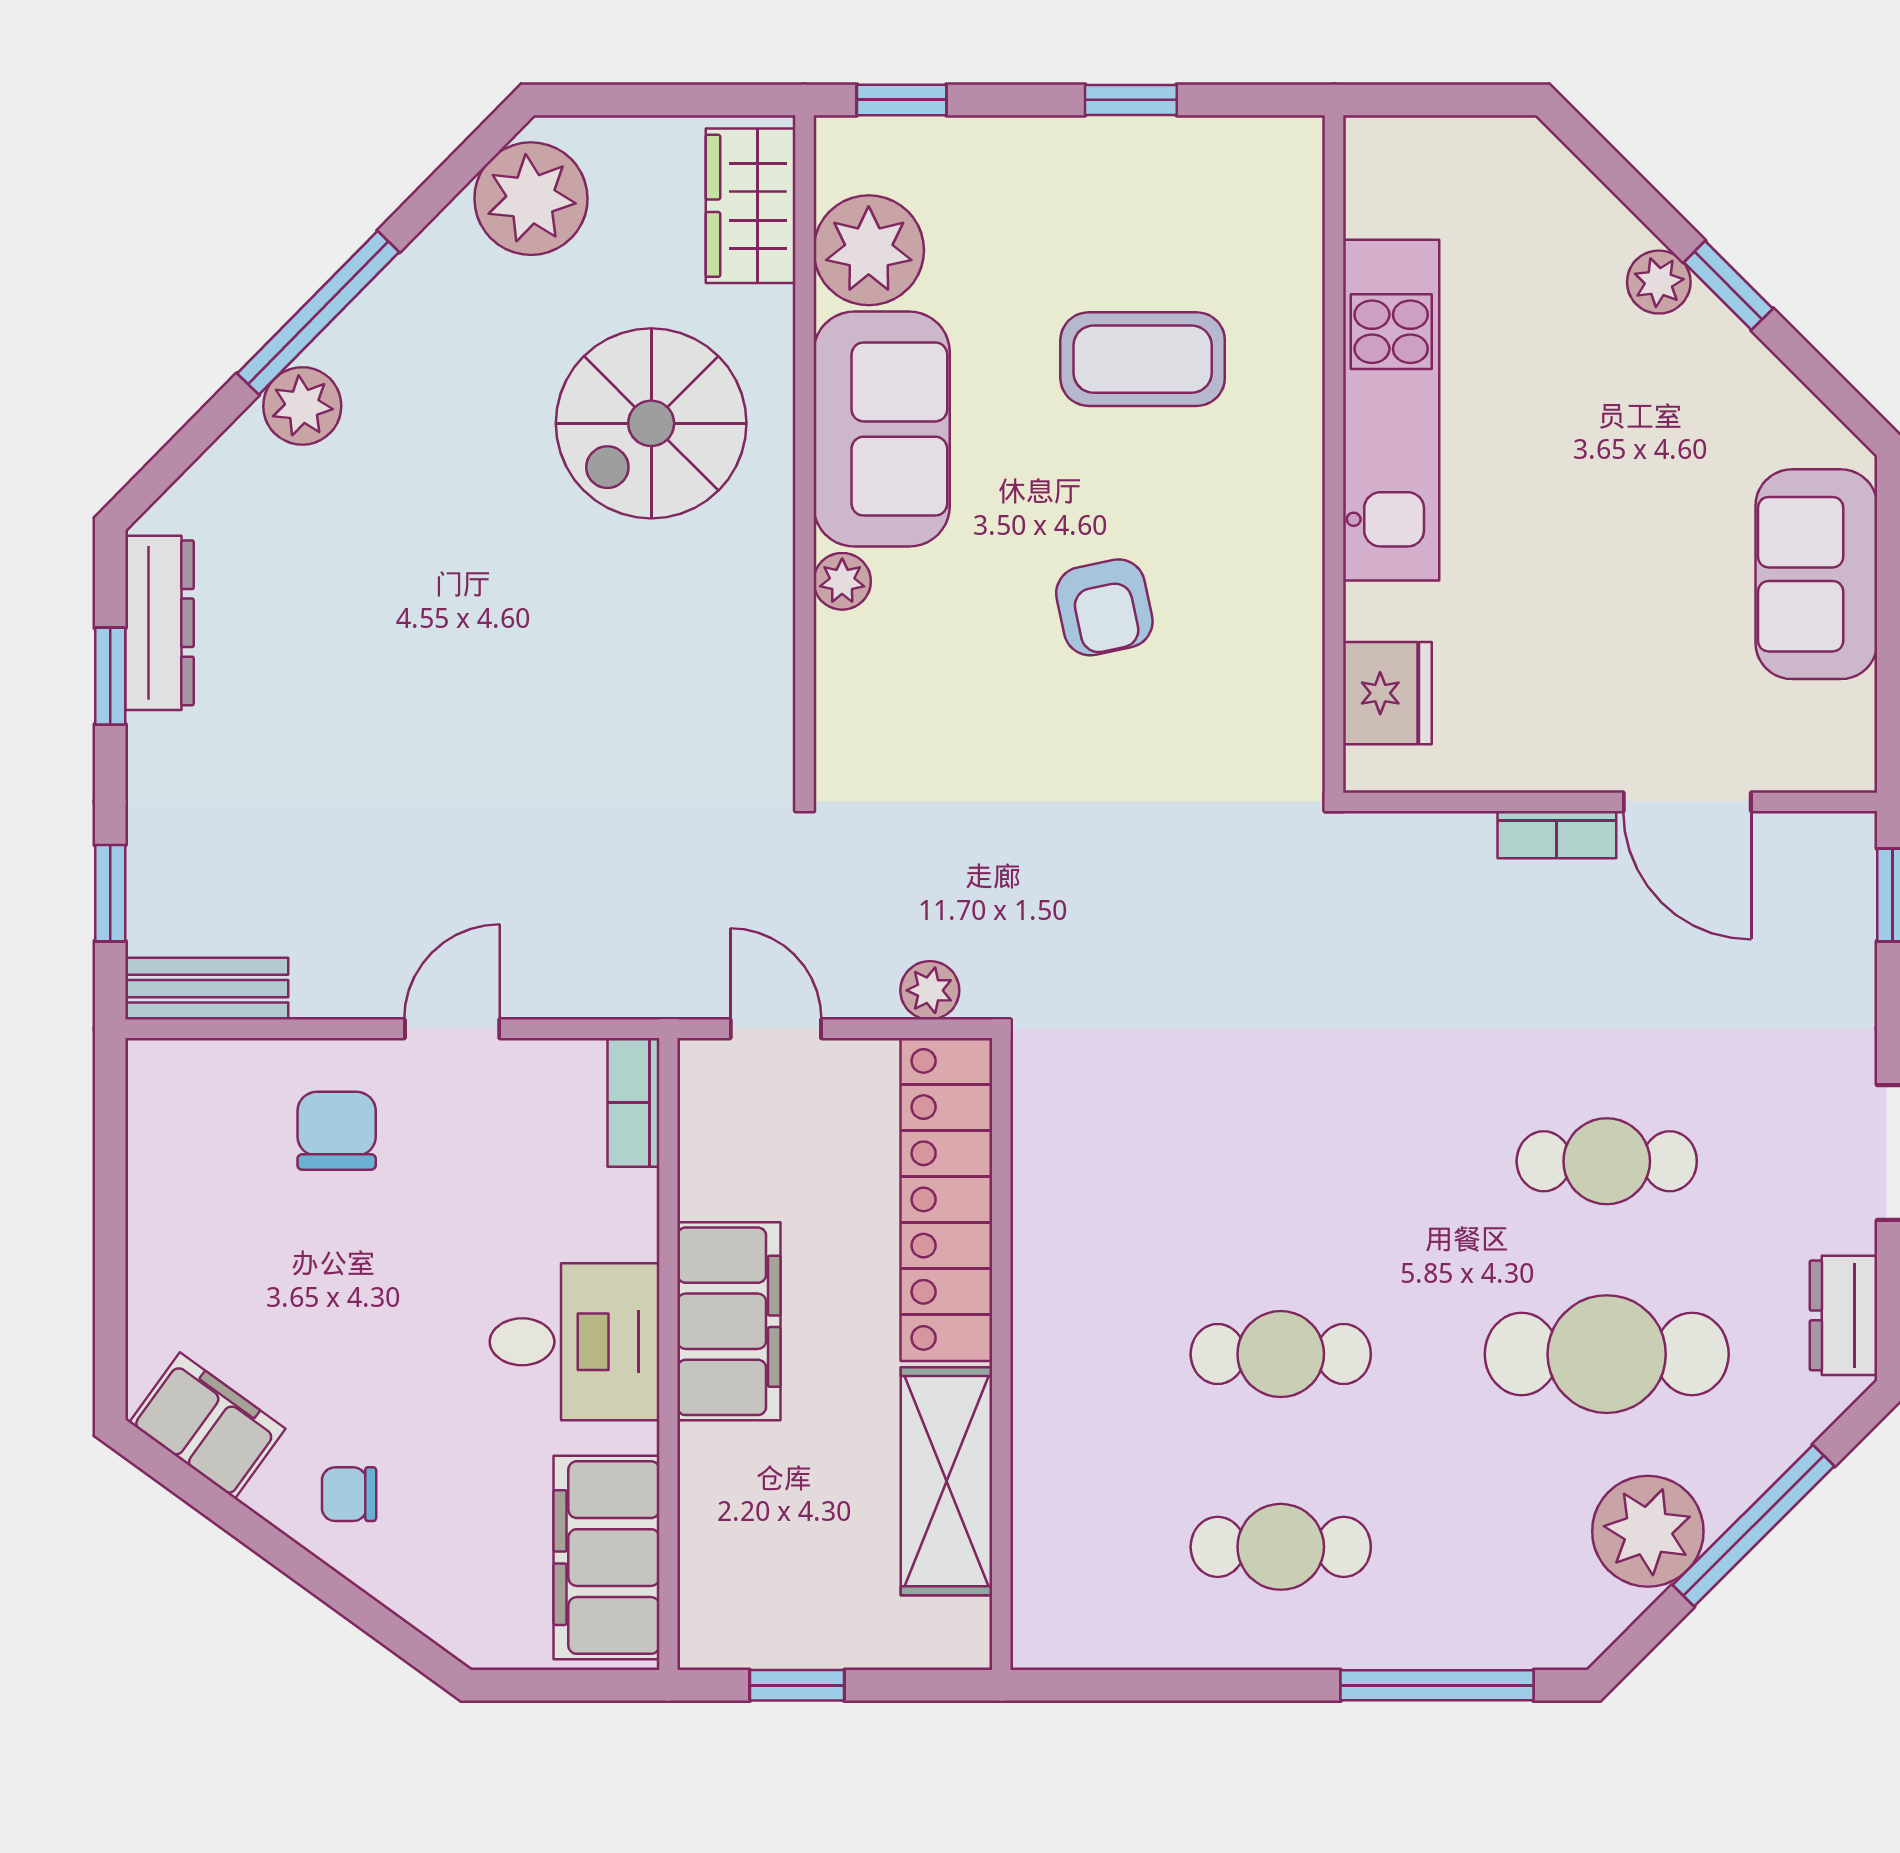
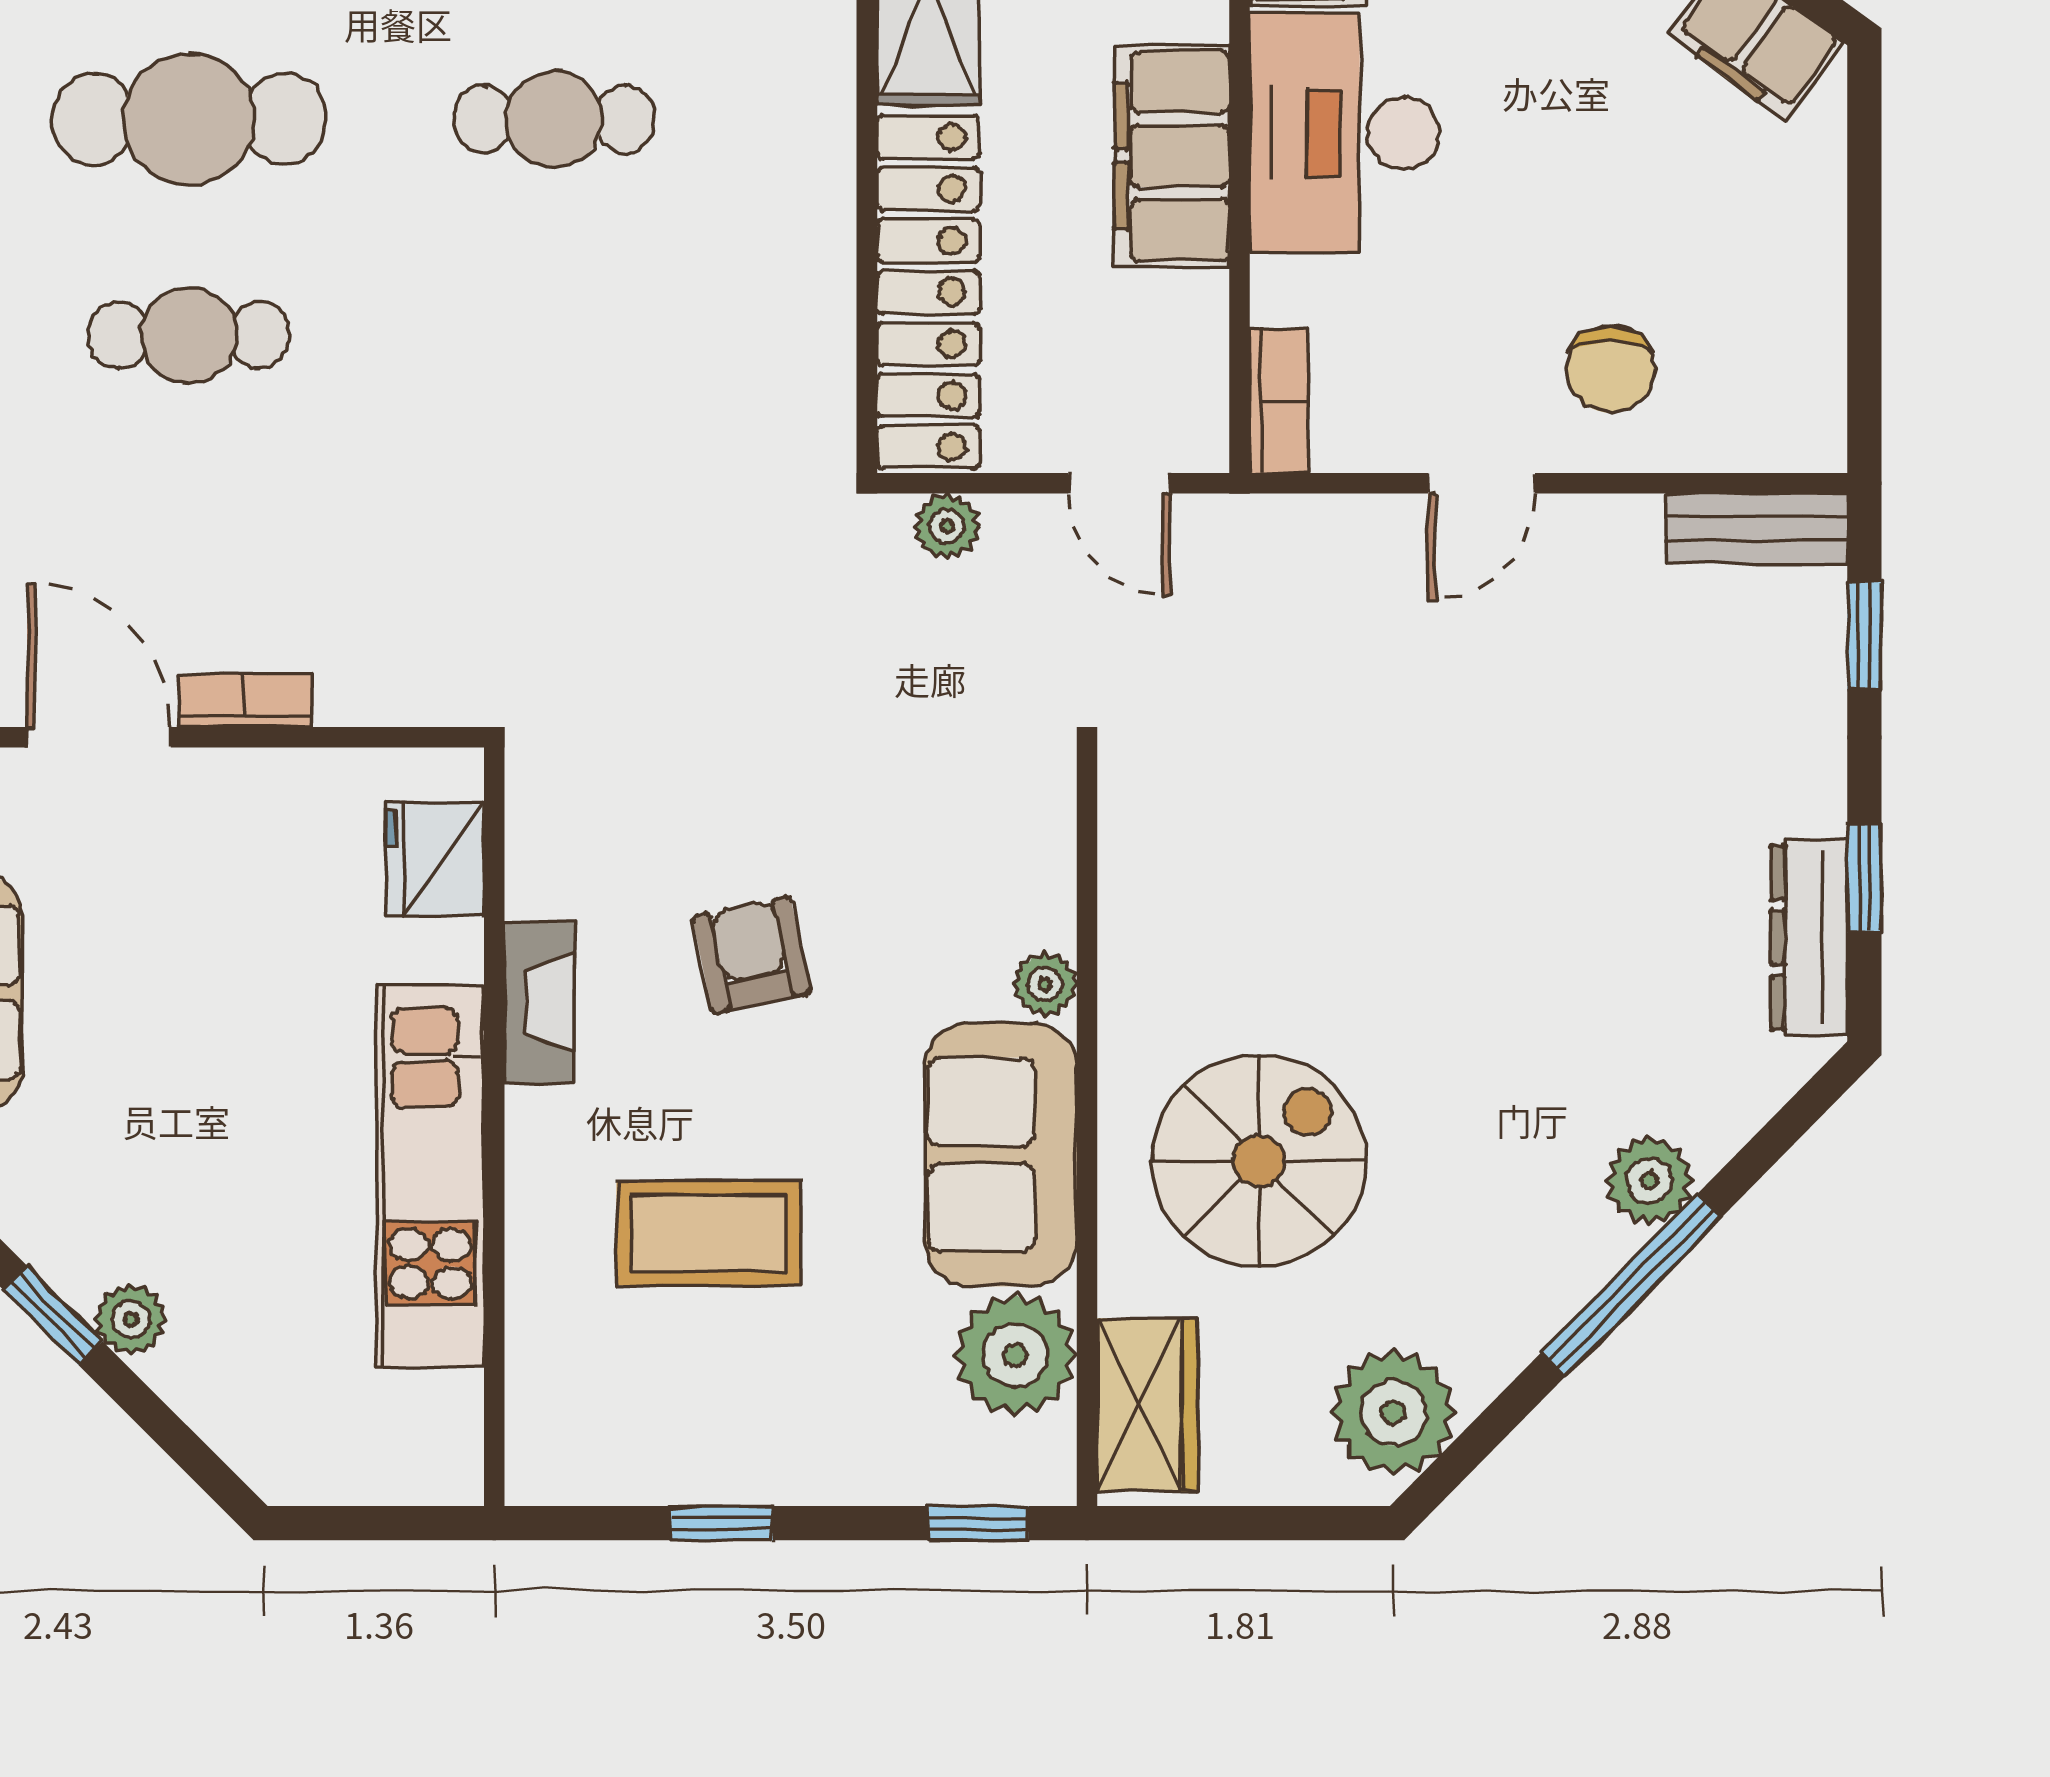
fireplace: (1294, 565) -> (539, 1002), added
desk: (575, 1342) -> (1345, 133), width x1.37

